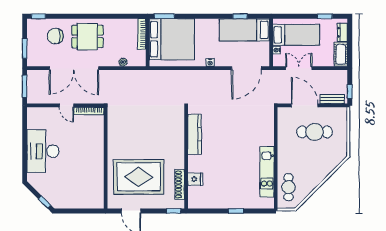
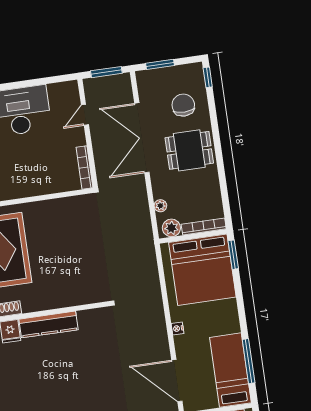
window: (240, 16) -> (249, 361), width x2.17
dining table: (87, 36) -> (189, 150), turned 90
plant: (140, 57) -> (171, 228), added
door: (66, 105) -> (85, 115), moved
kitchen counter: (194, 134) -> (49, 324), moved

